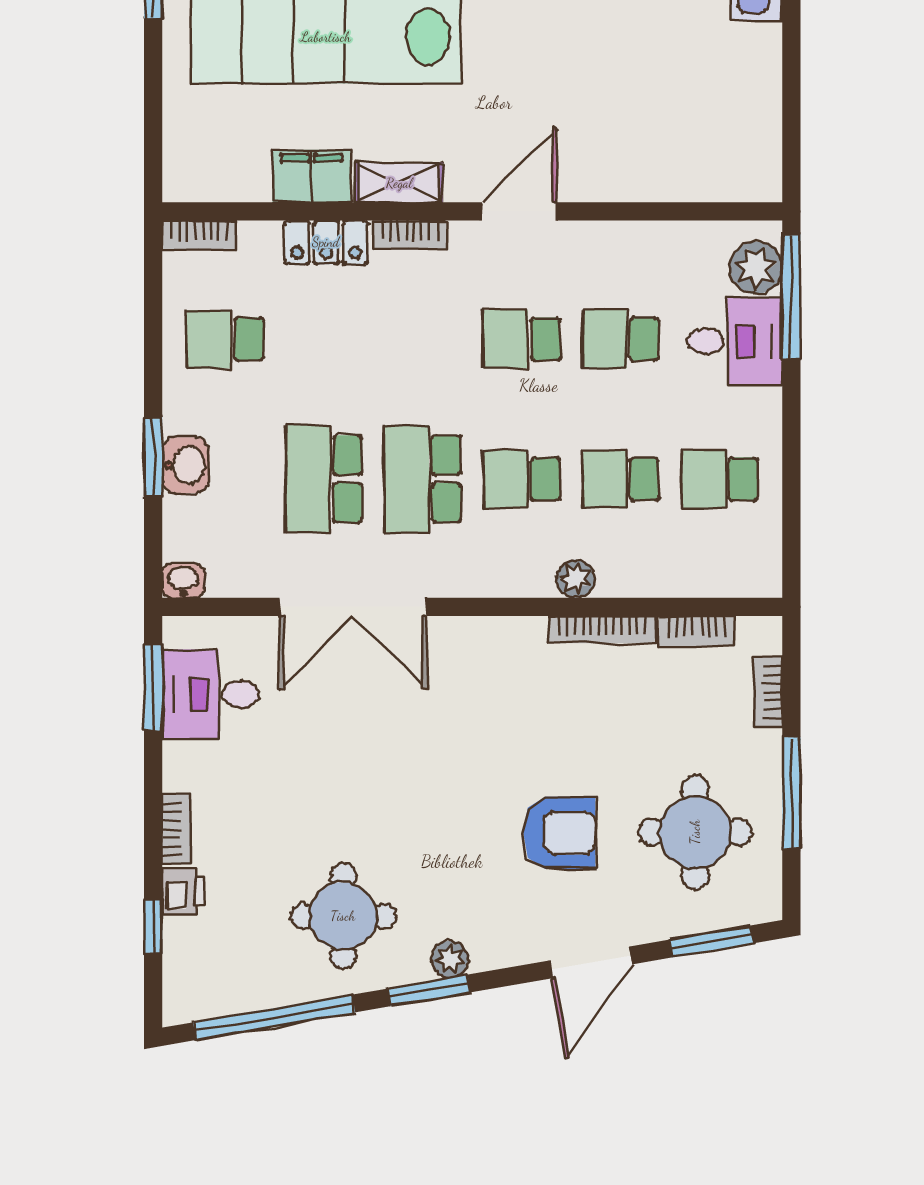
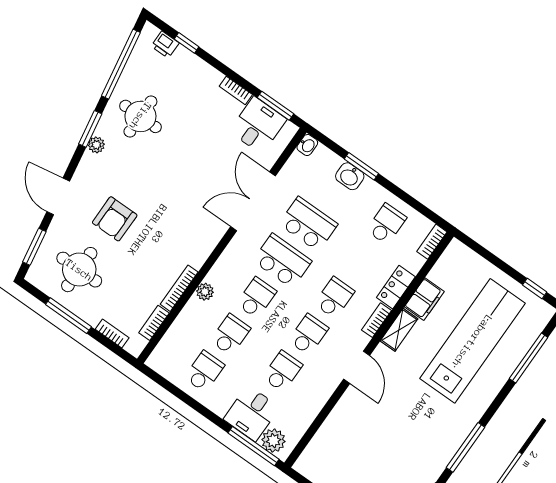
school desk: (423, 339) -> (334, 298), added
bookcase: (176, 829) -> (236, 90), moved
printer: (183, 891) -> (165, 45), moved

